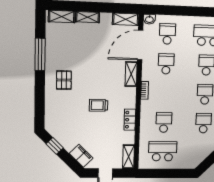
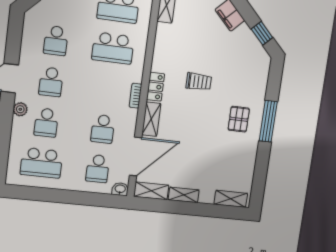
shelving: (88, 17) -> (184, 195), moved
window: (40, 54) -> (268, 121), moved
locker: (130, 120) -> (156, 87), moved
school desk: (164, 123) -> (113, 48), width x1.85

